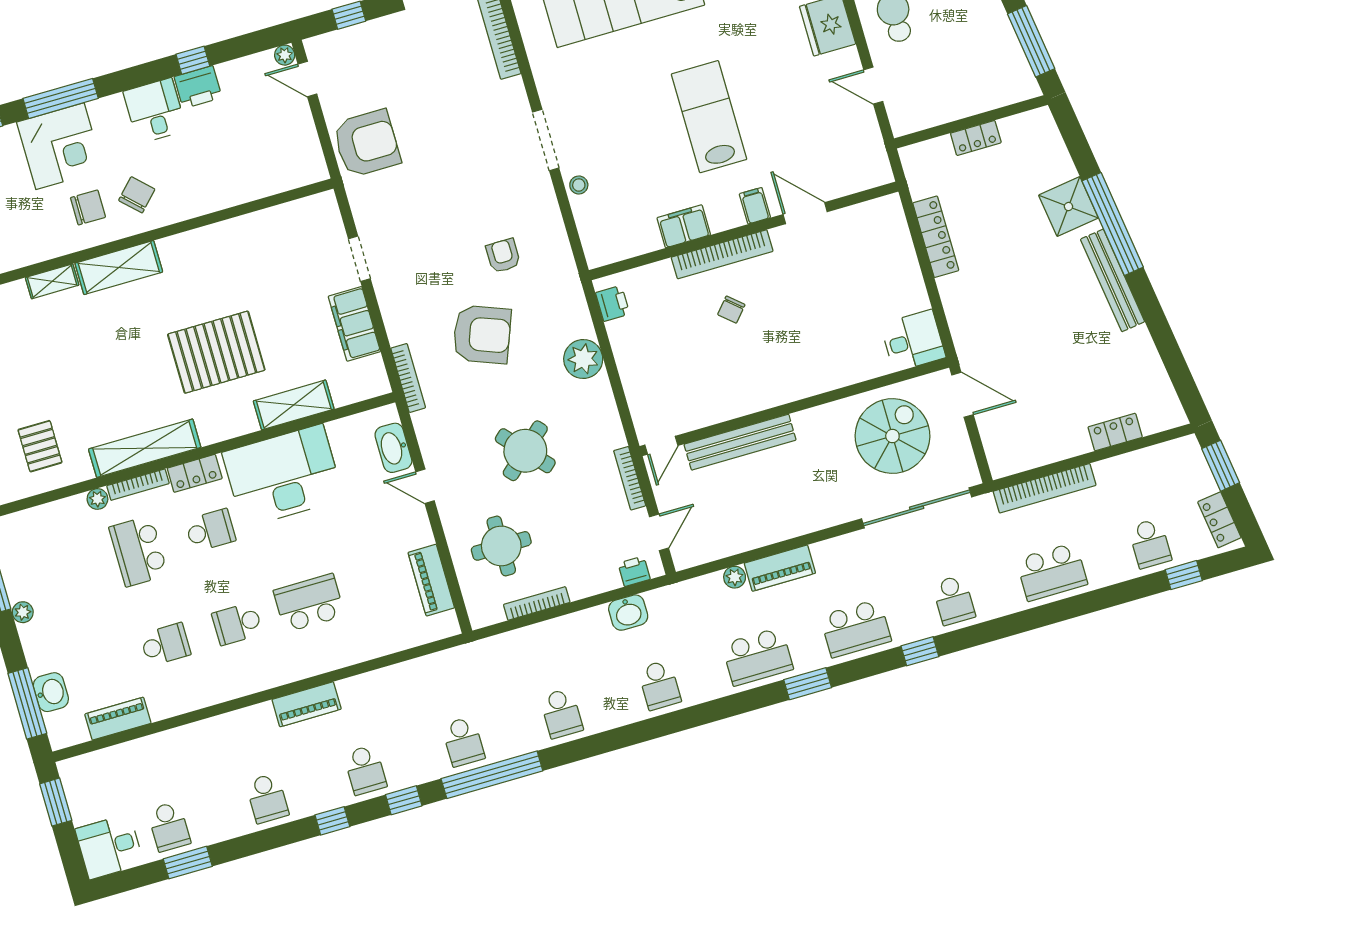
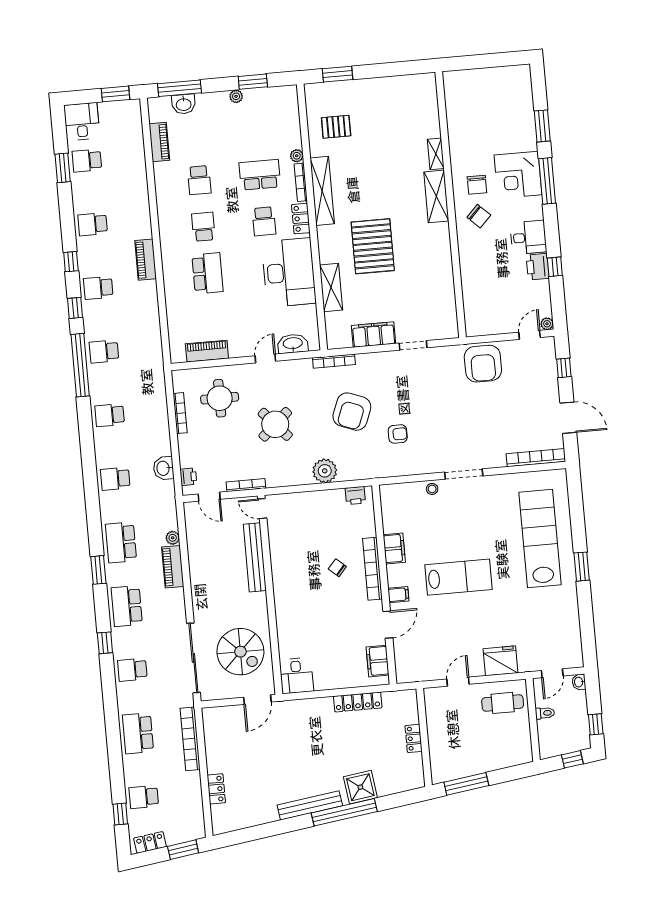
filing cabinet: (865, 218) -> (378, 661), added

